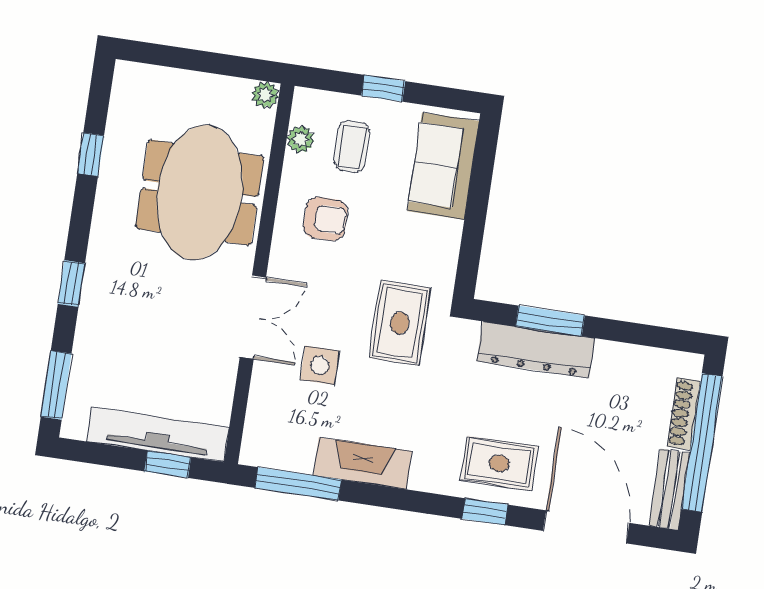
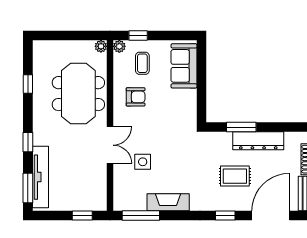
window: (383, 88) -> (138, 36), moved
plant: (300, 139) -> (119, 46), moved
rug: (400, 323) -> (175, 138), removed
dresser: (536, 350) -> (258, 141), moved
tv unit: (158, 434) -> (40, 177), moved, turned 90
rug: (499, 463) -> (235, 176), moved
door: (586, 527) -> (271, 215), hinge flipped

